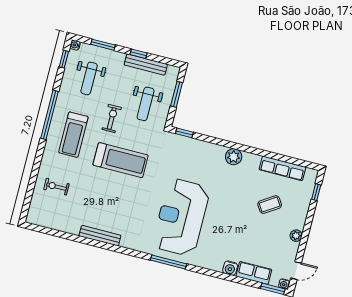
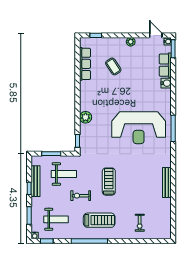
plant: (234, 157) -> (86, 117), moved
treadmill: (121, 160) -> (109, 182), width x0.73, depth x0.73

